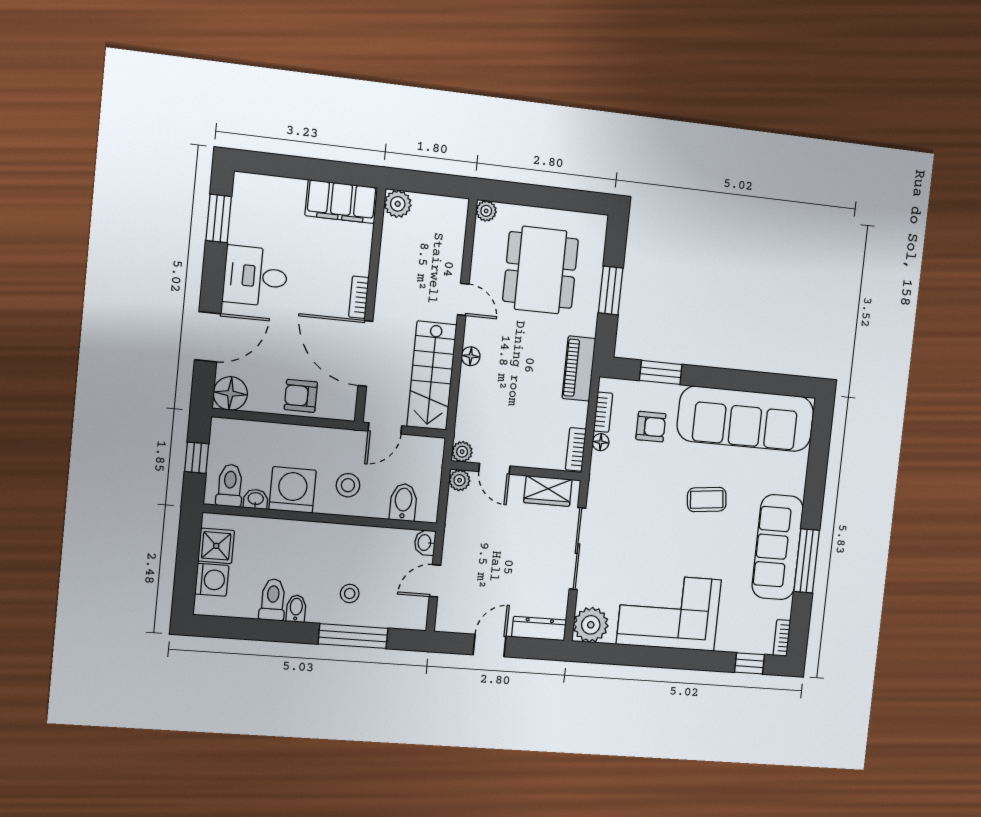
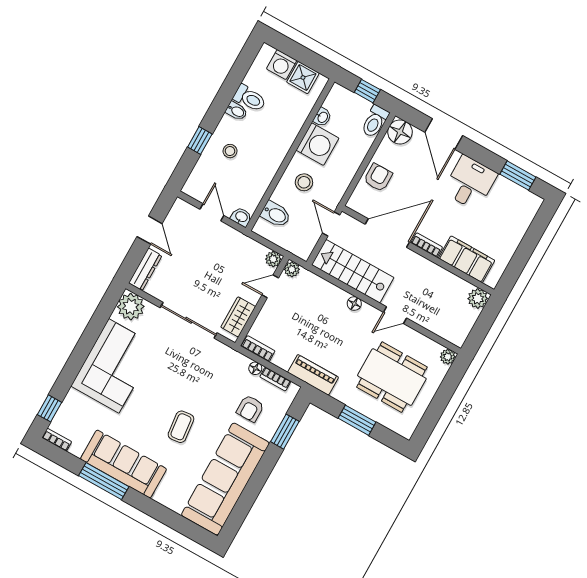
filing cabinet: (341, 202) -> (467, 259), moved, turned 90
toilet: (230, 486) -> (375, 121), moved, turned 90
window: (353, 636) -> (200, 140), width x0.46

